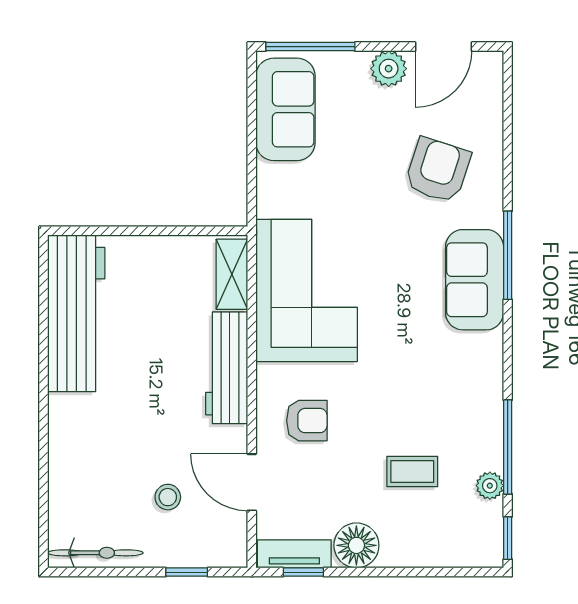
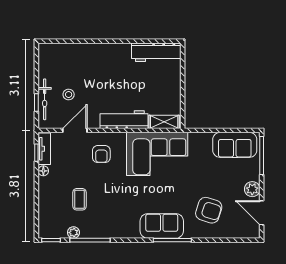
workbench: (76, 313) -> (156, 52), width x0.73, depth x0.76
floor lamp: (356, 545) -> (43, 171), width x0.53, depth x0.53
bicycle: (95, 553) -> (45, 99), moved

